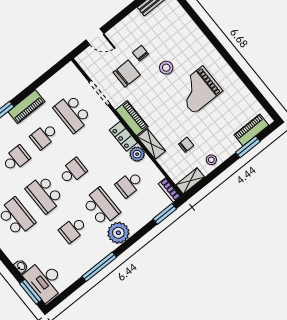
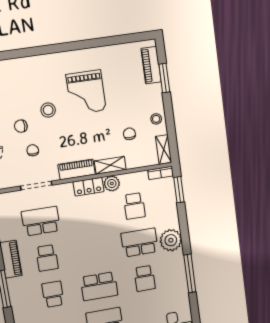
chair: (127, 74) -> (33, 150), width x0.54, depth x0.54
school desk: (72, 113) -> (41, 221), turned 180
school desk: (73, 171) -> (94, 250), removed

